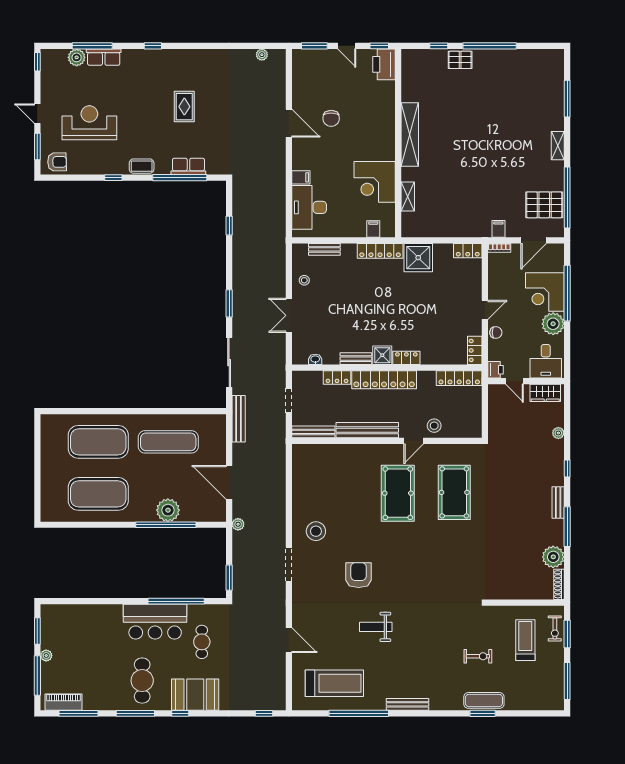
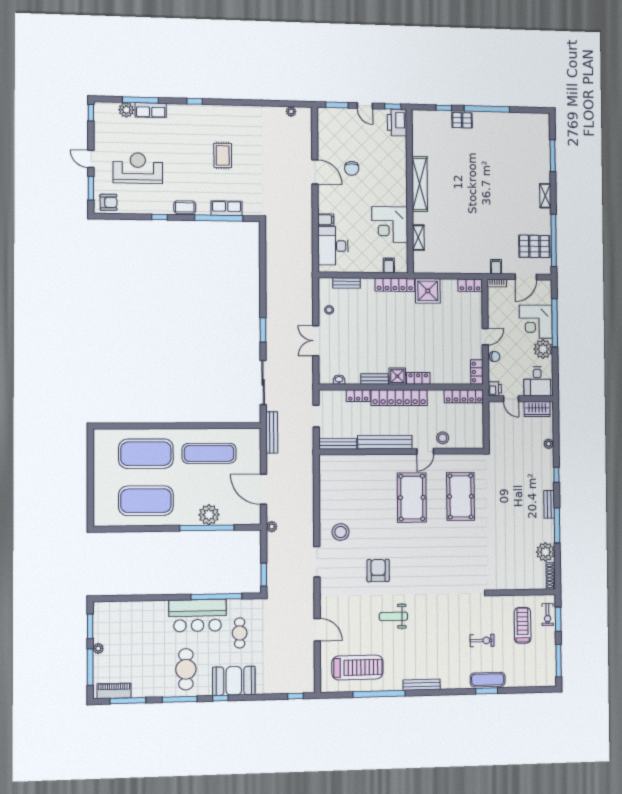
window: (229, 226) -> (263, 261), removed

